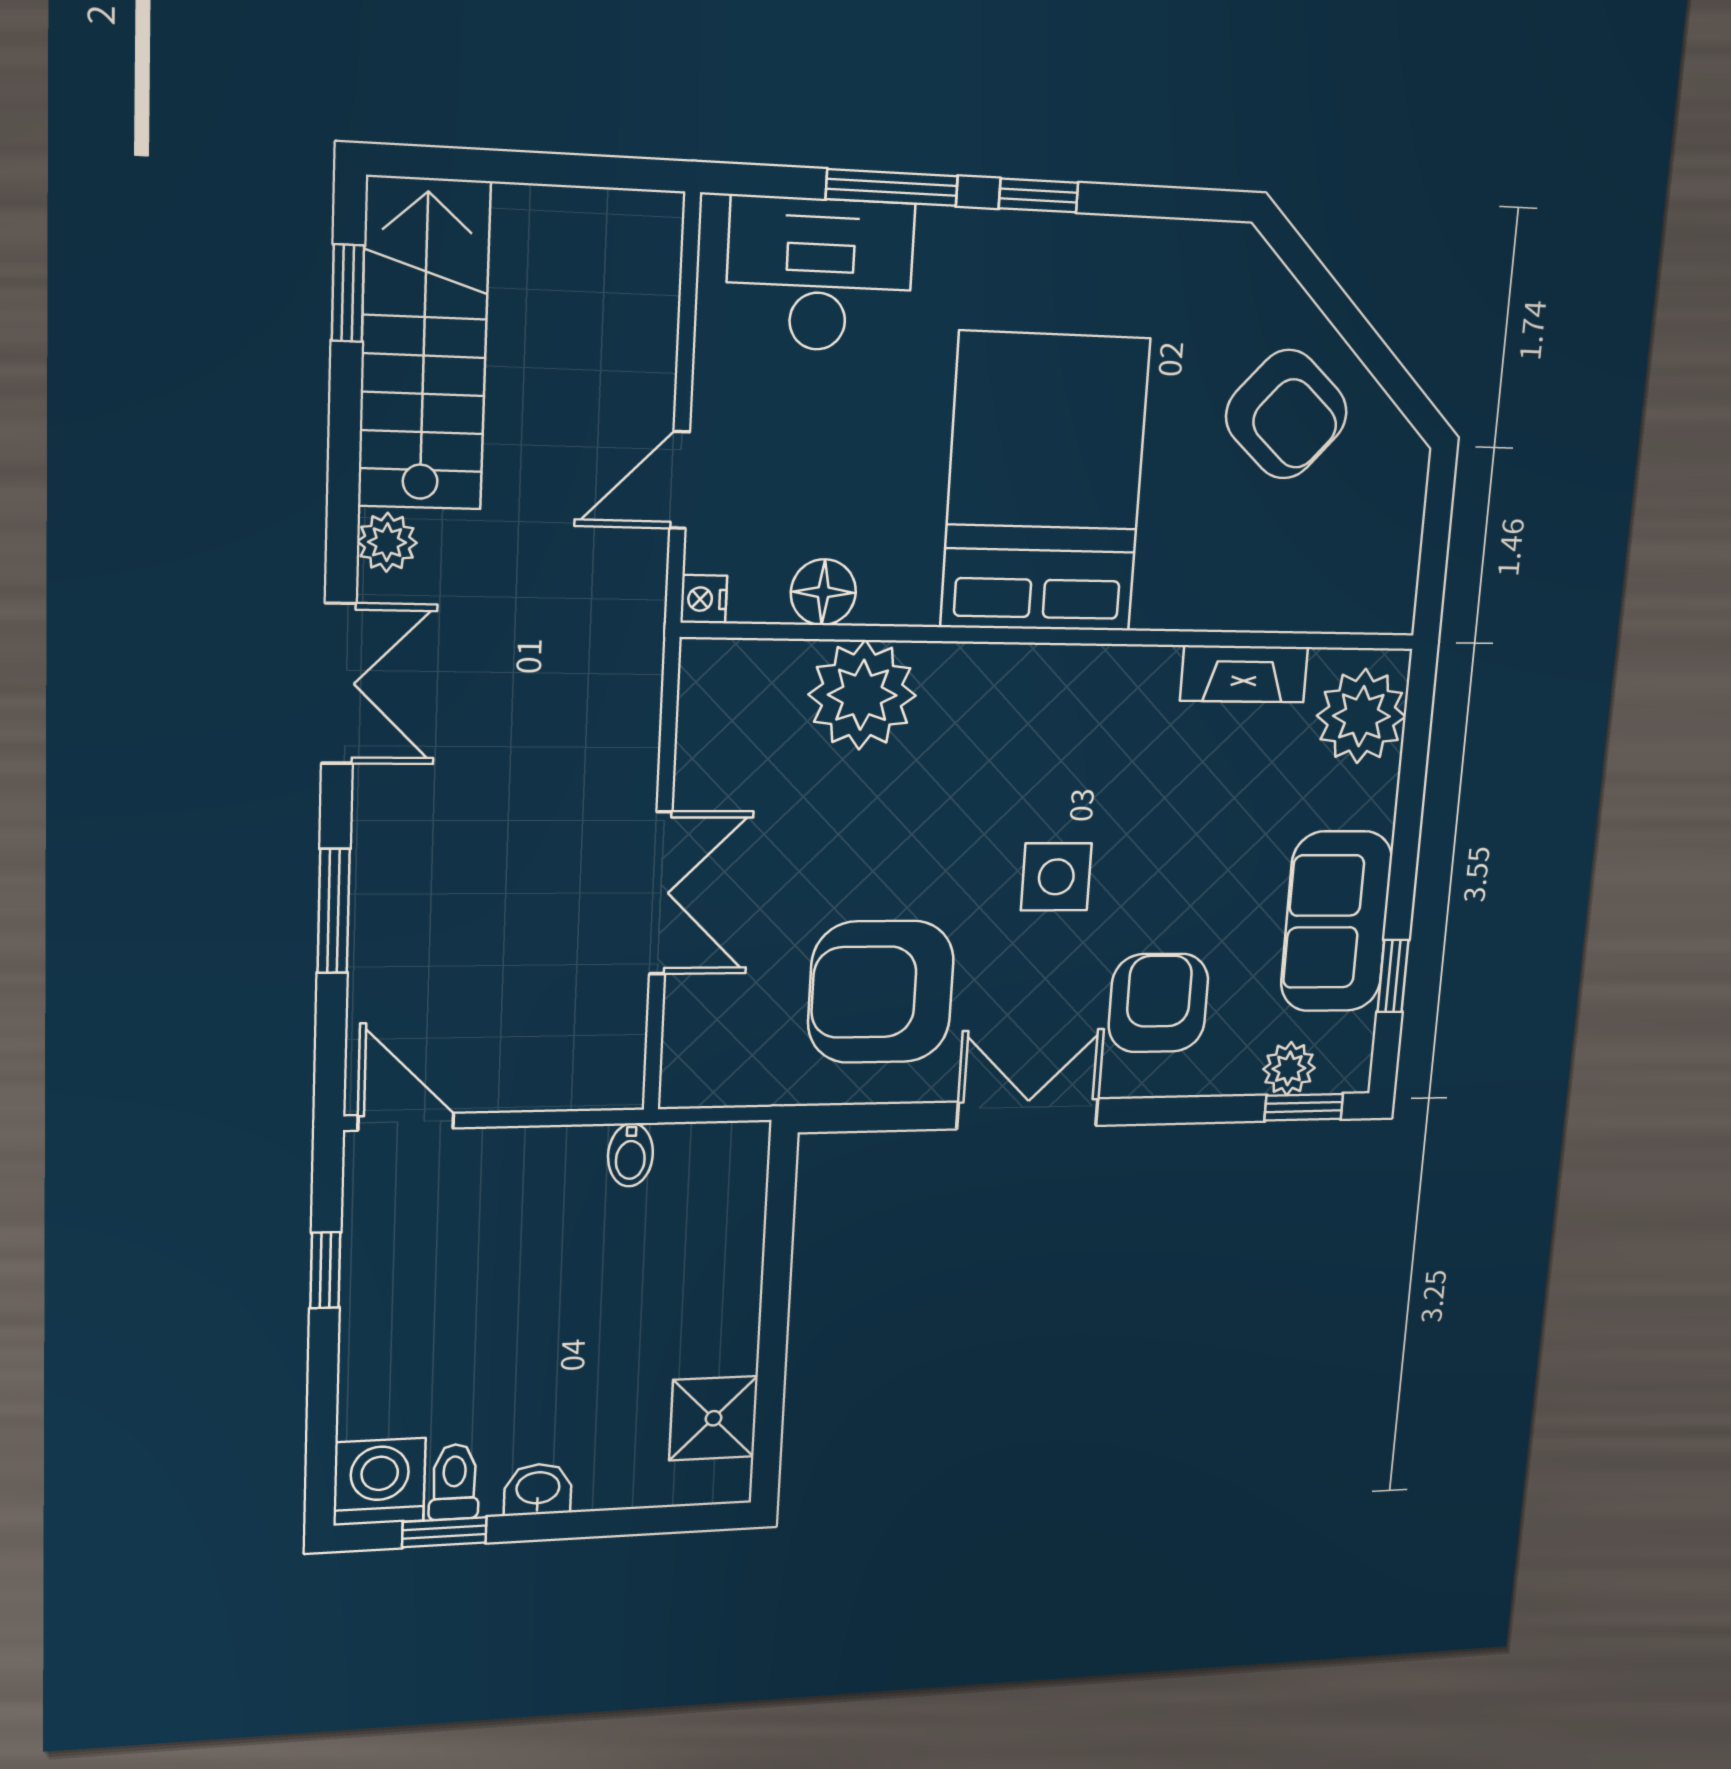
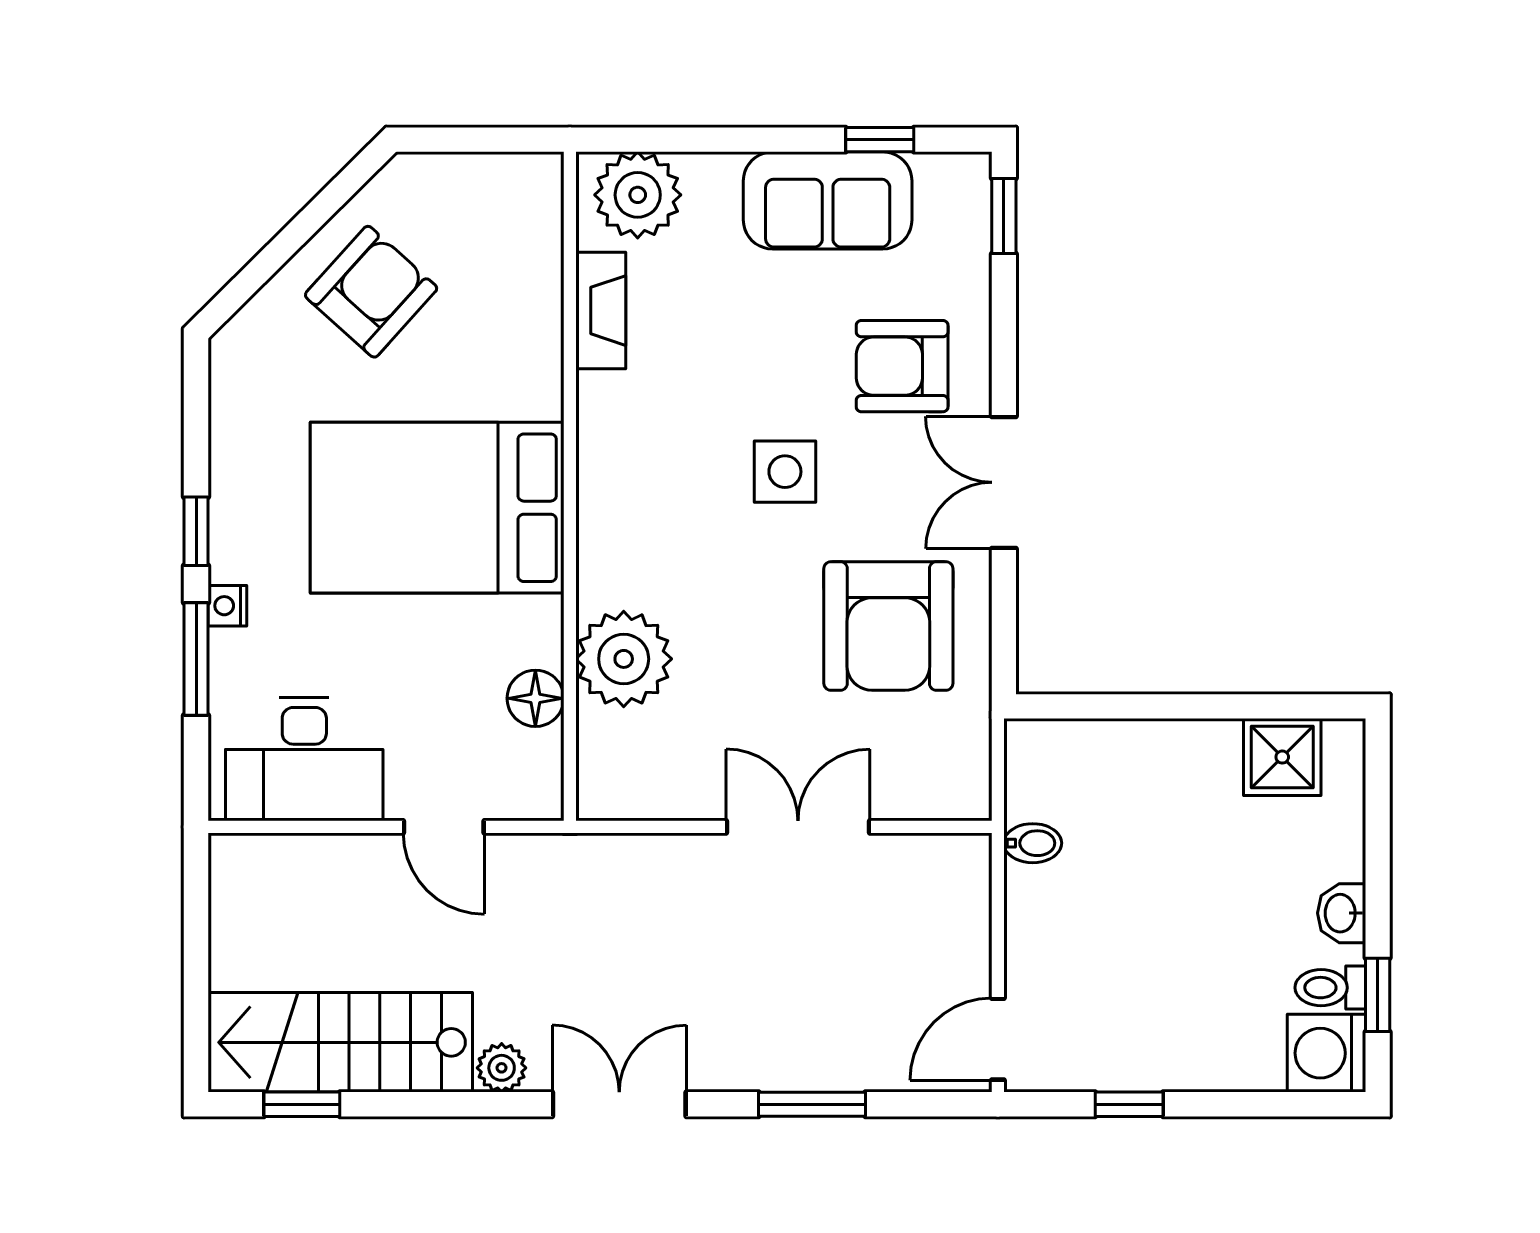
desk: (820, 274) -> (304, 759), moved, turned -90
nightstand: (704, 599) -> (227, 606), moved, turned 90
plant: (1289, 1068) -> (966, 234), removed

